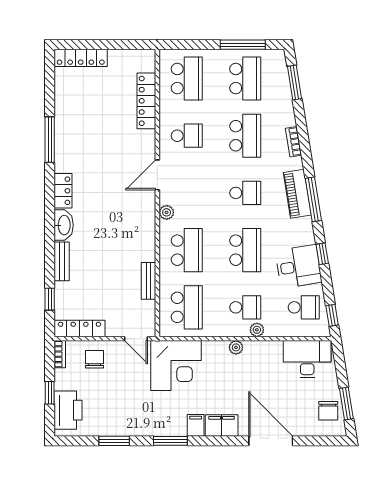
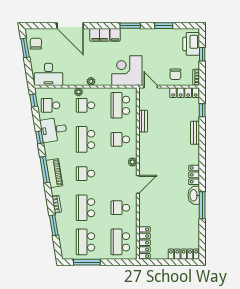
window: (294, 83) -> (54, 225), moved
locker: (146, 101) -> (144, 243), moved
washbasin: (64, 225) -> (194, 195), moved
school desk: (187, 250) -> (120, 139), width x0.54

